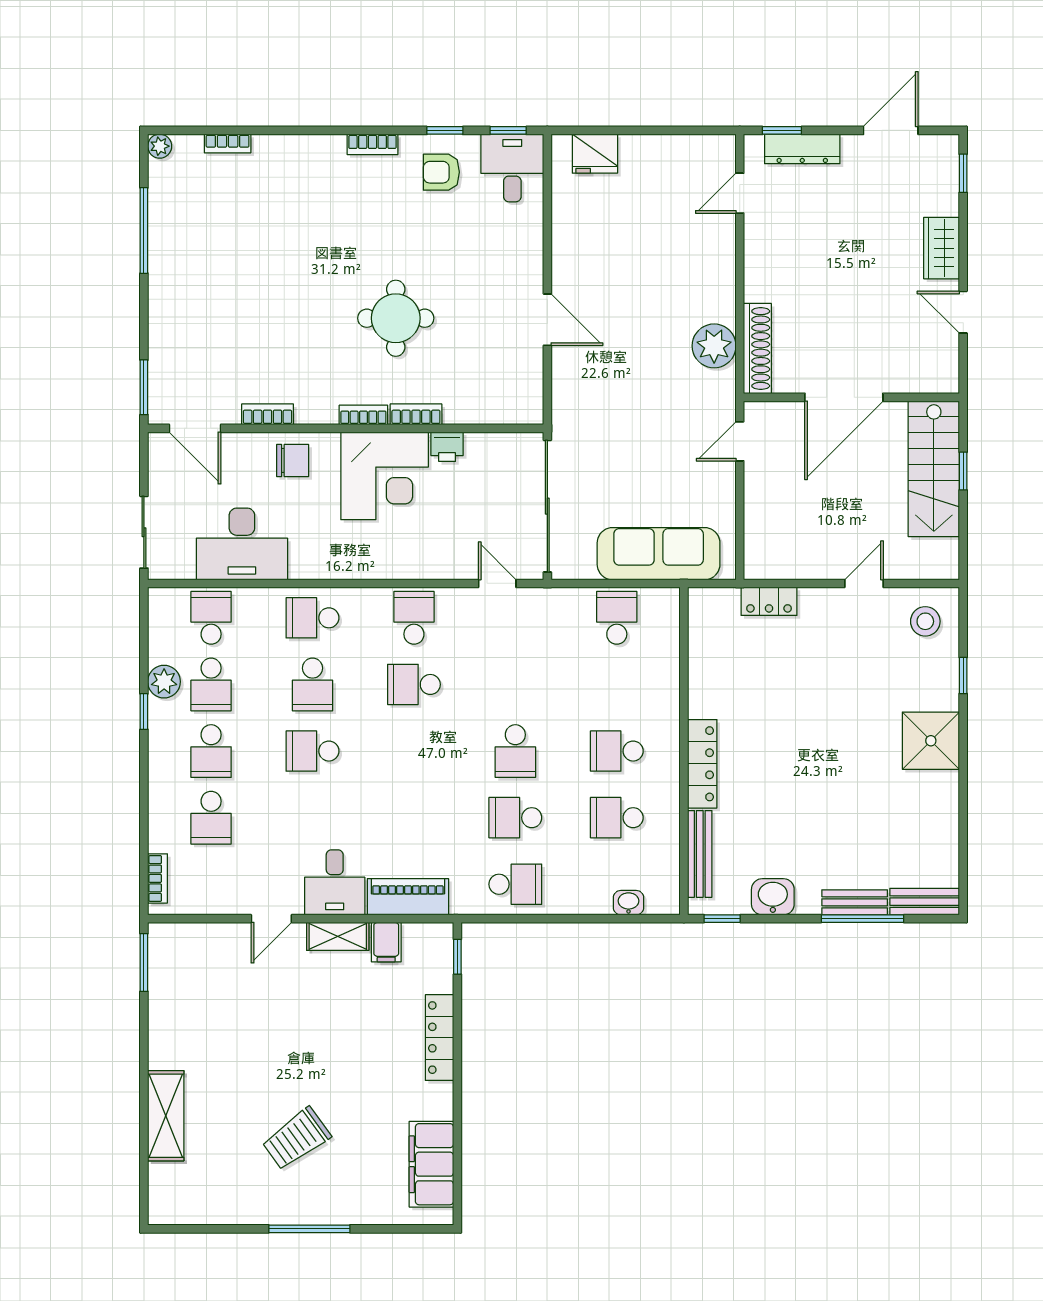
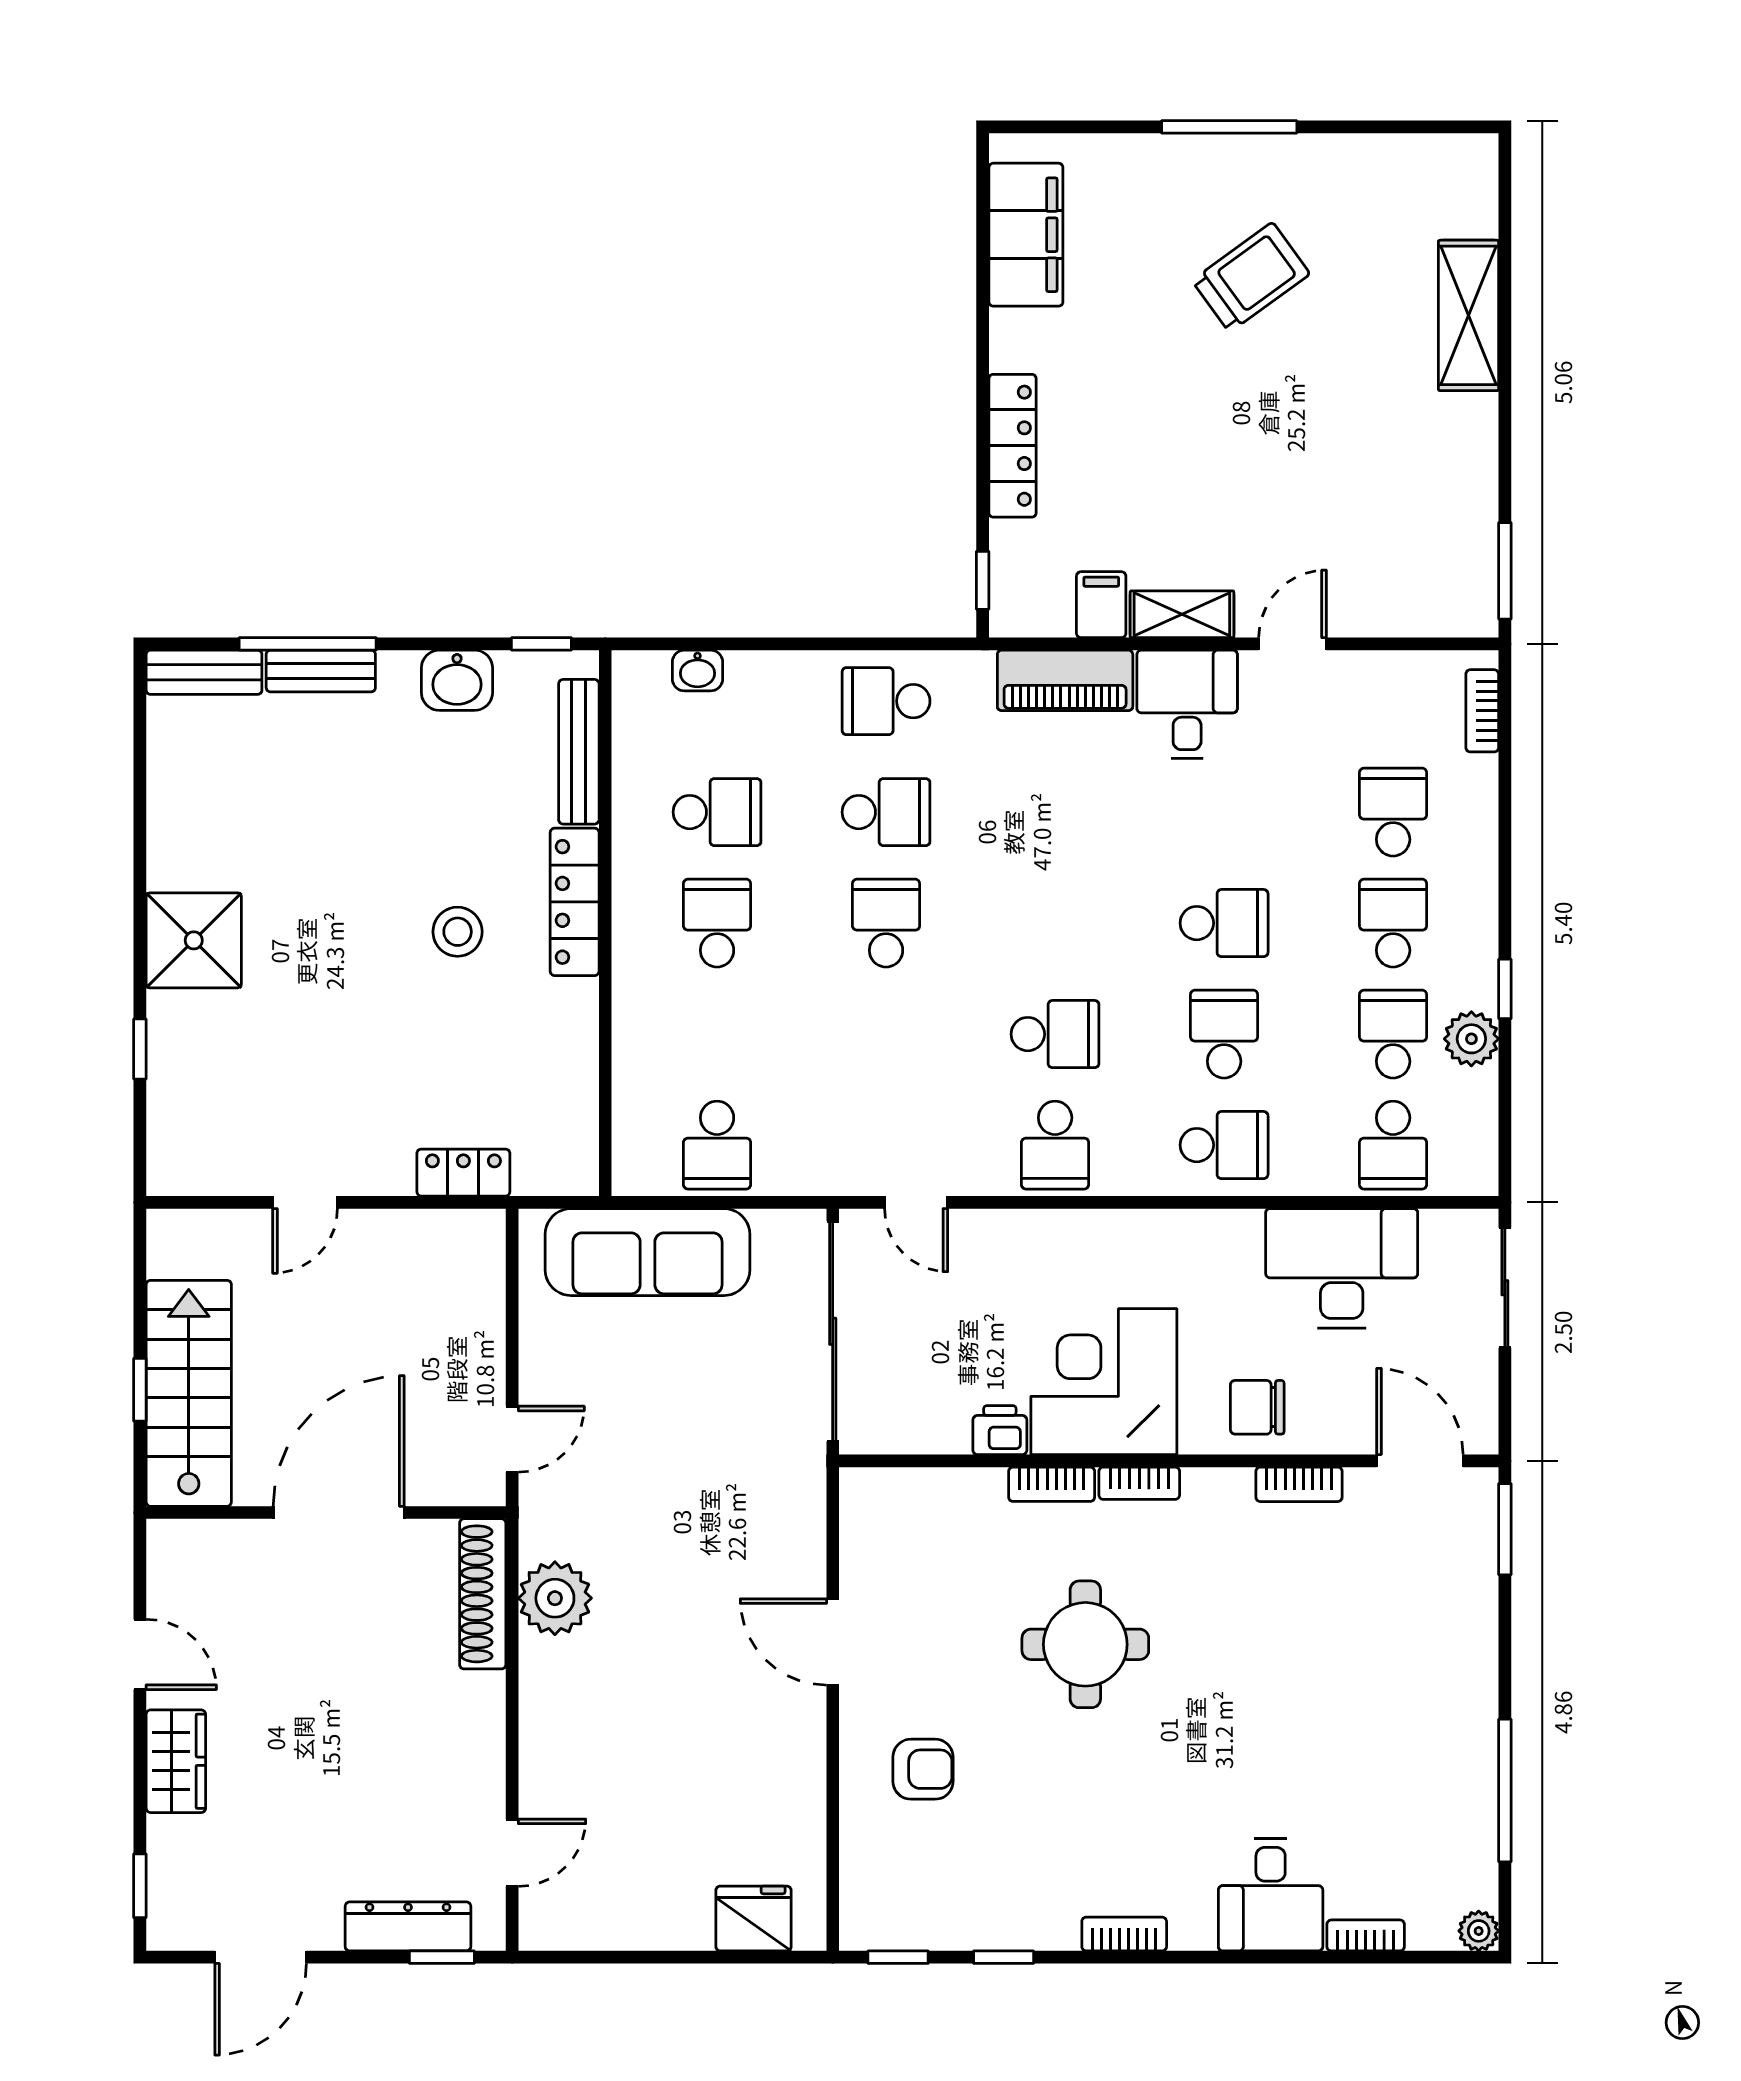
desk: (512, 168) -> (1271, 1895), moved
armchair: (441, 172) -> (923, 1769), moved
stool: (925, 621) -> (458, 932), moved
school desk: (617, 751) -> (717, 923), turned -90

